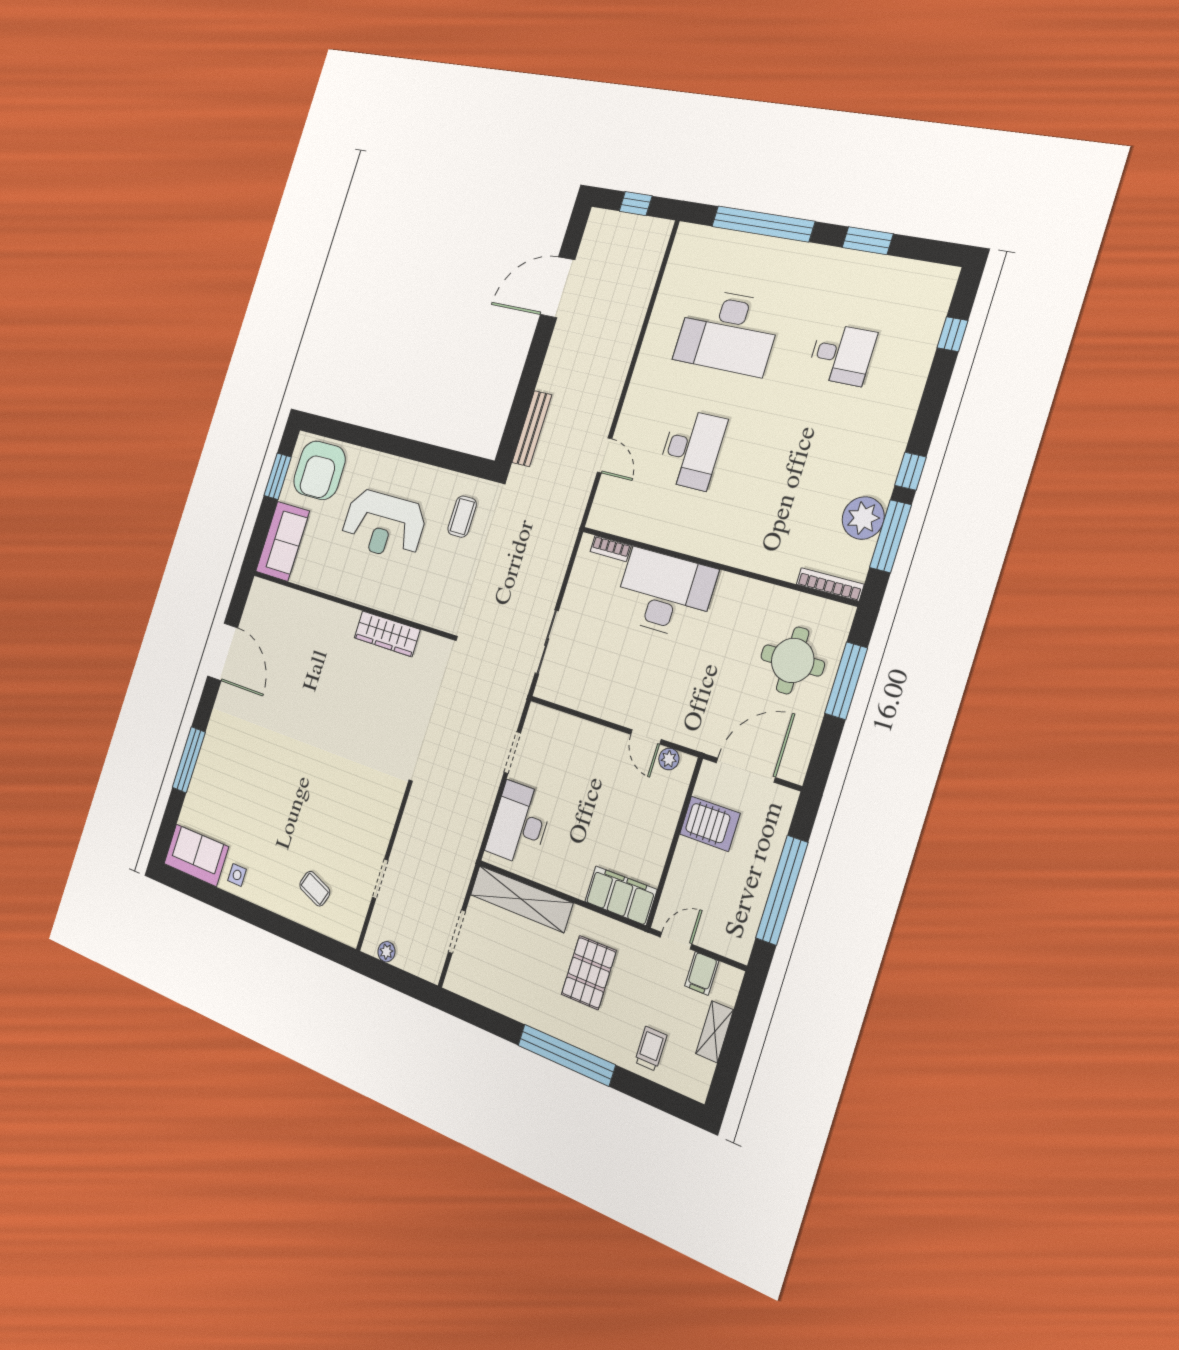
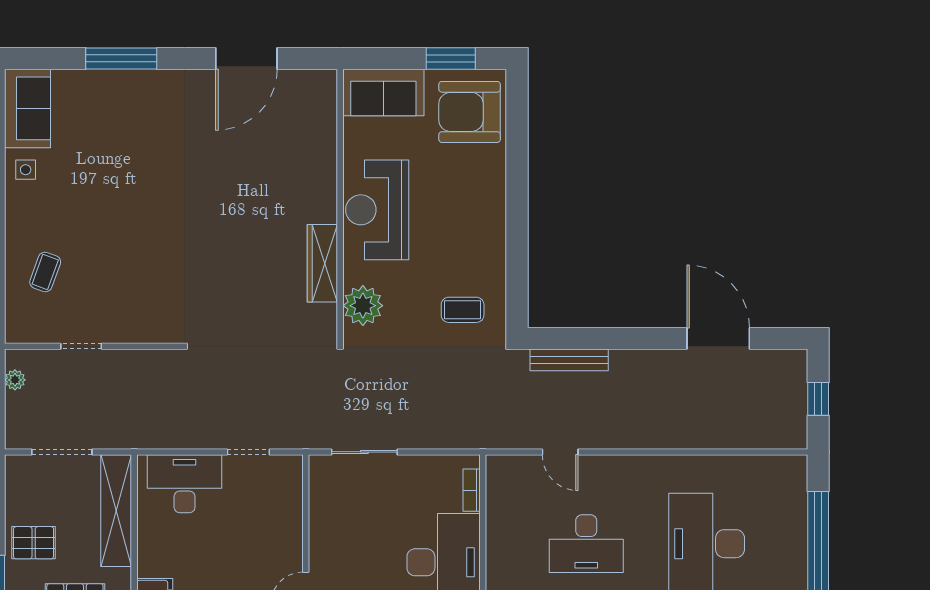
door: (605, 455) -> (560, 452), hinge flipped
reception desk: (384, 525) -> (377, 210), moved
plant: (430, 607) -> (363, 306), added
doorway: (457, 932) -> (62, 452), width x1.38
pallet: (523, 991) -> (34, 543), added

